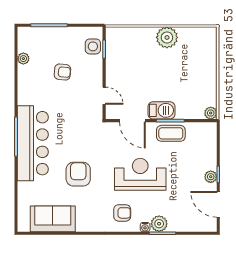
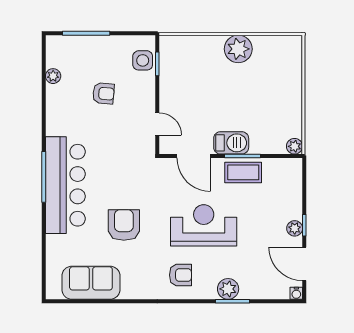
water cooler: (145, 227) -> (296, 293), moved

